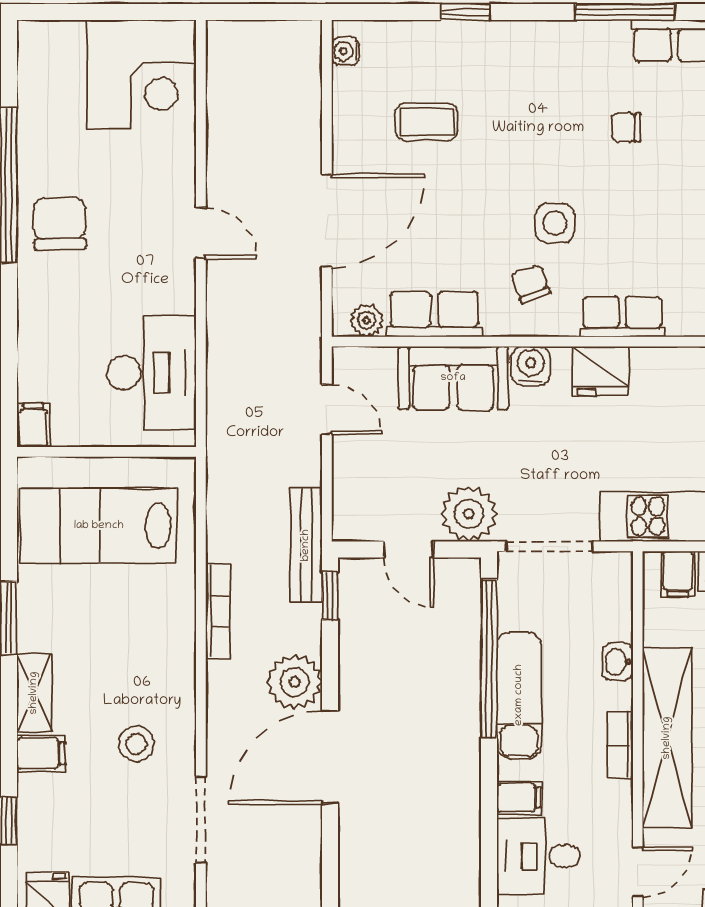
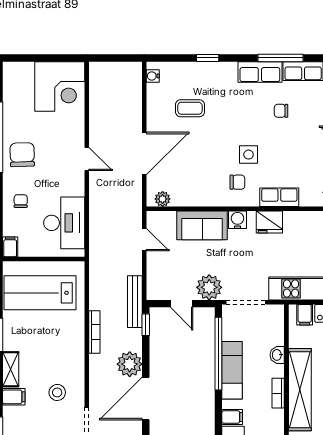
chair: (531, 284) -> (237, 182), turned 111
row of seats: (434, 314) -> (260, 72), moved, turned 180
chair: (56, 325) -> (21, 201), added

